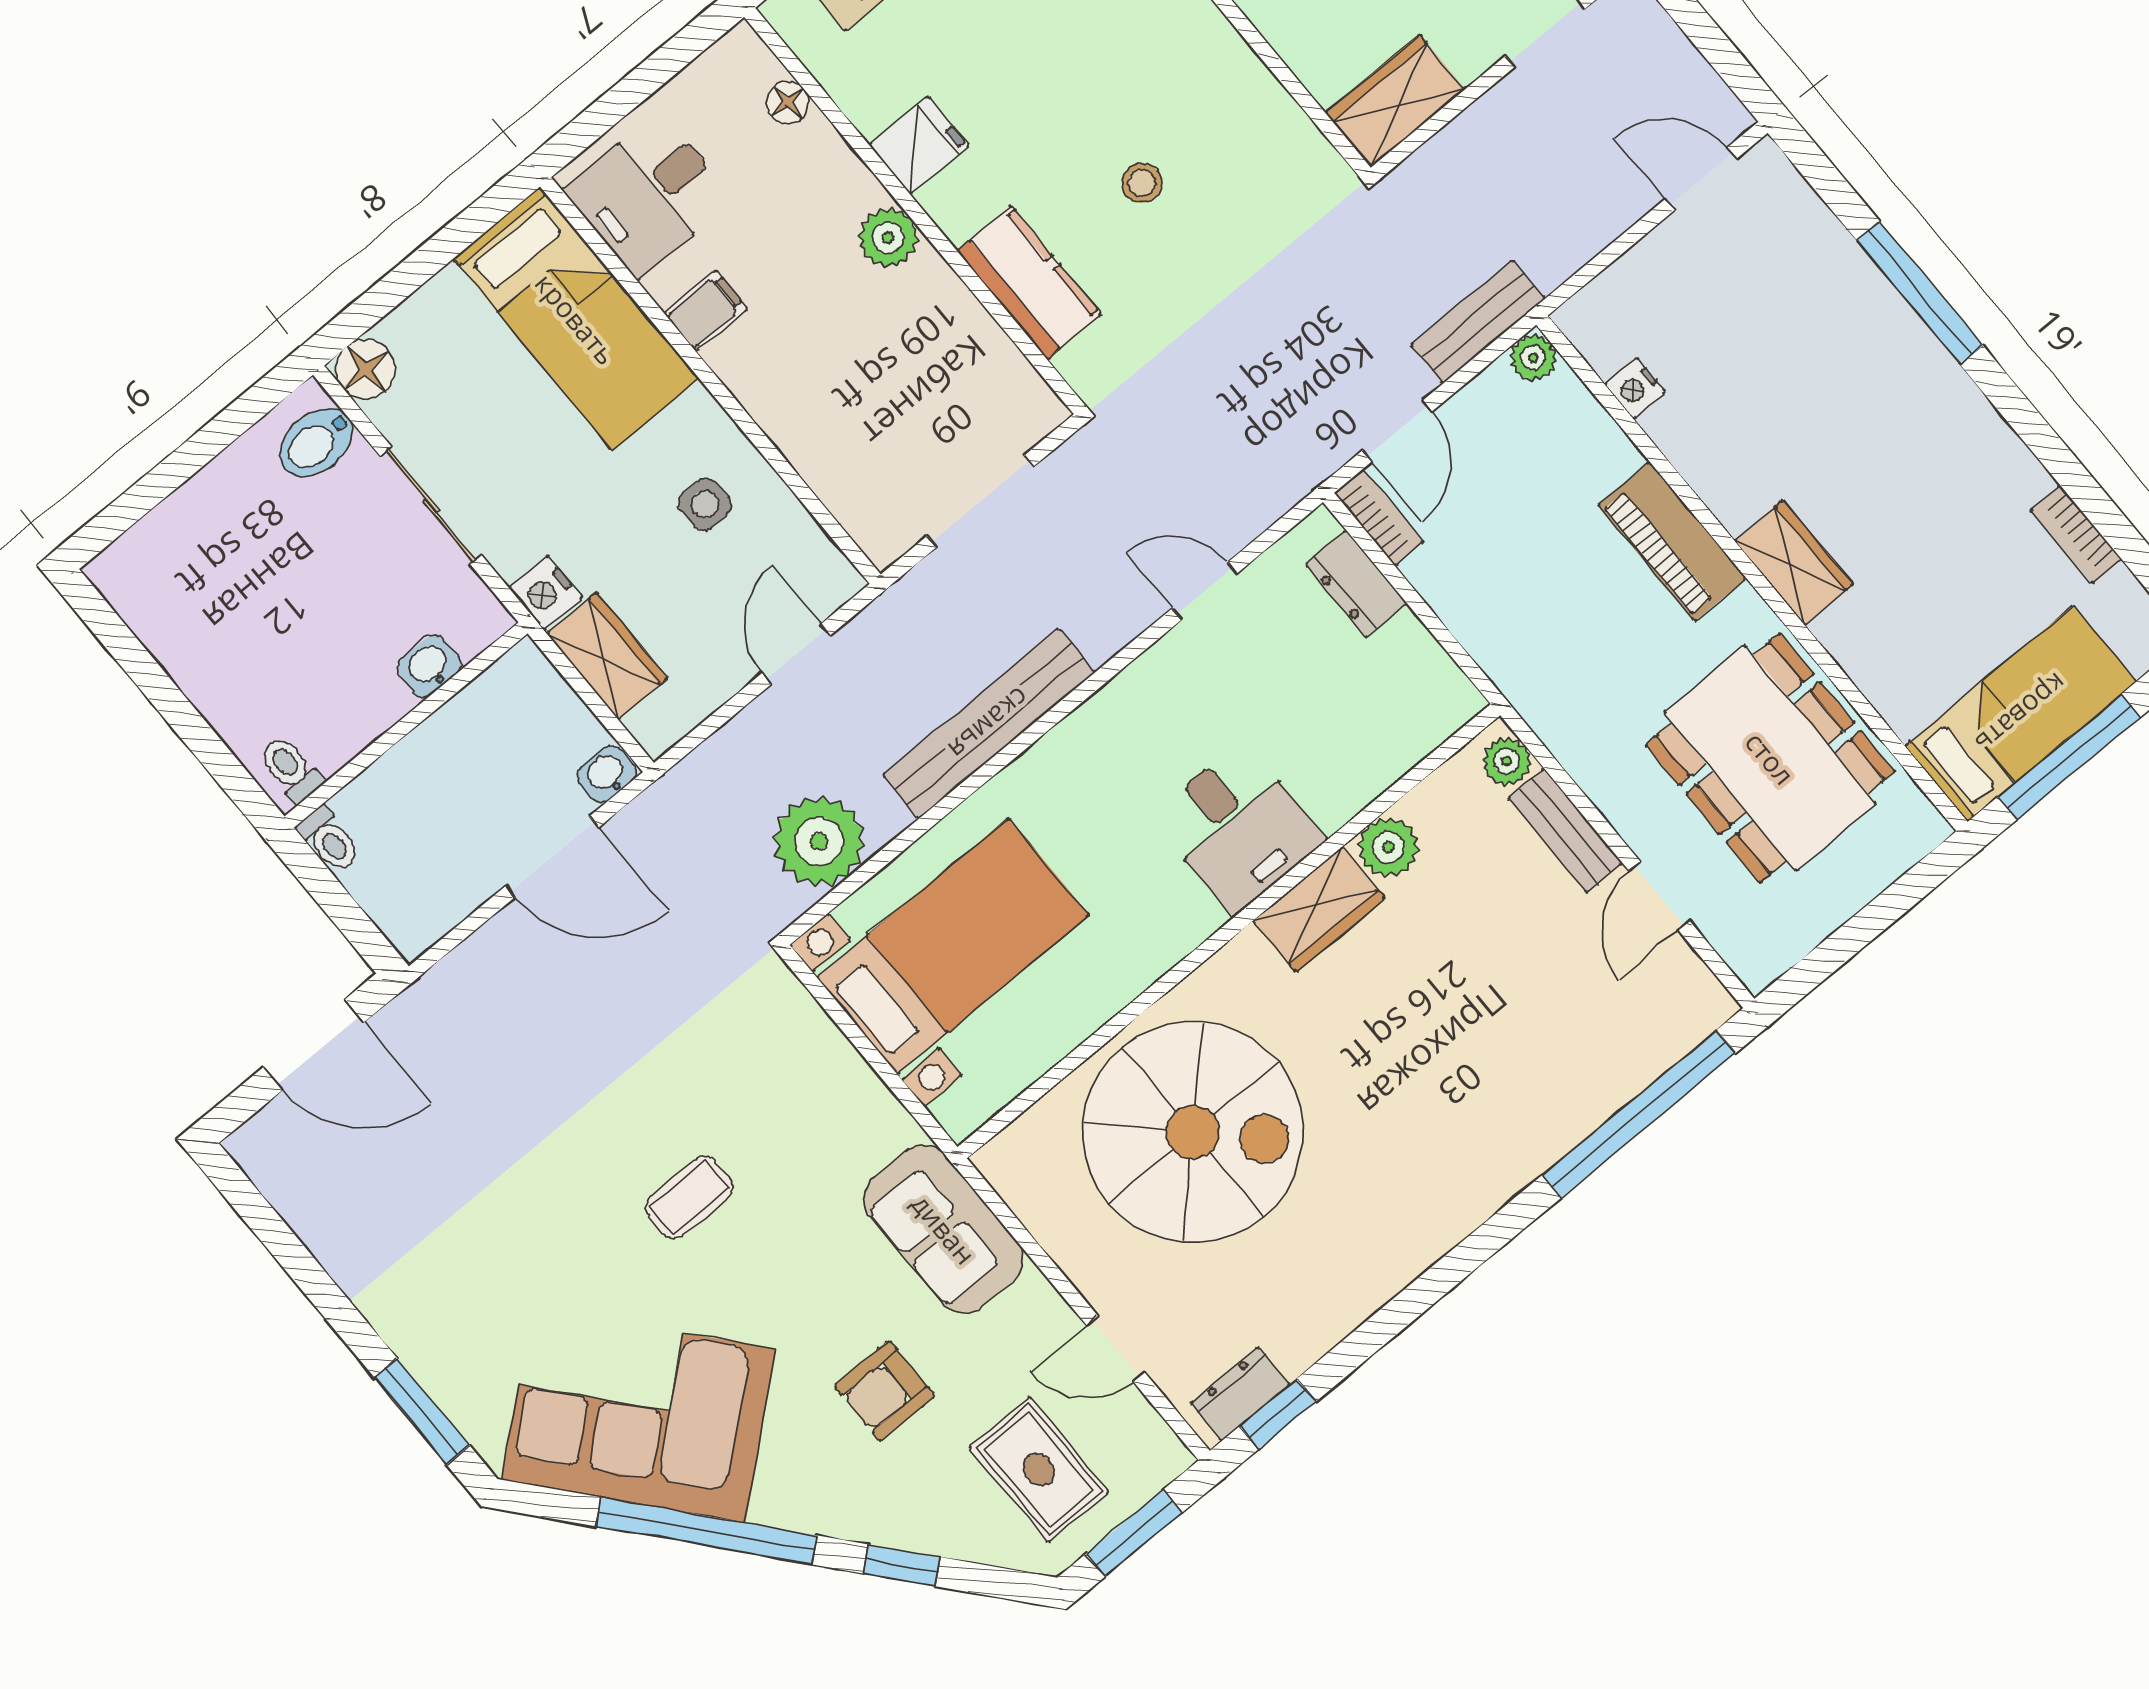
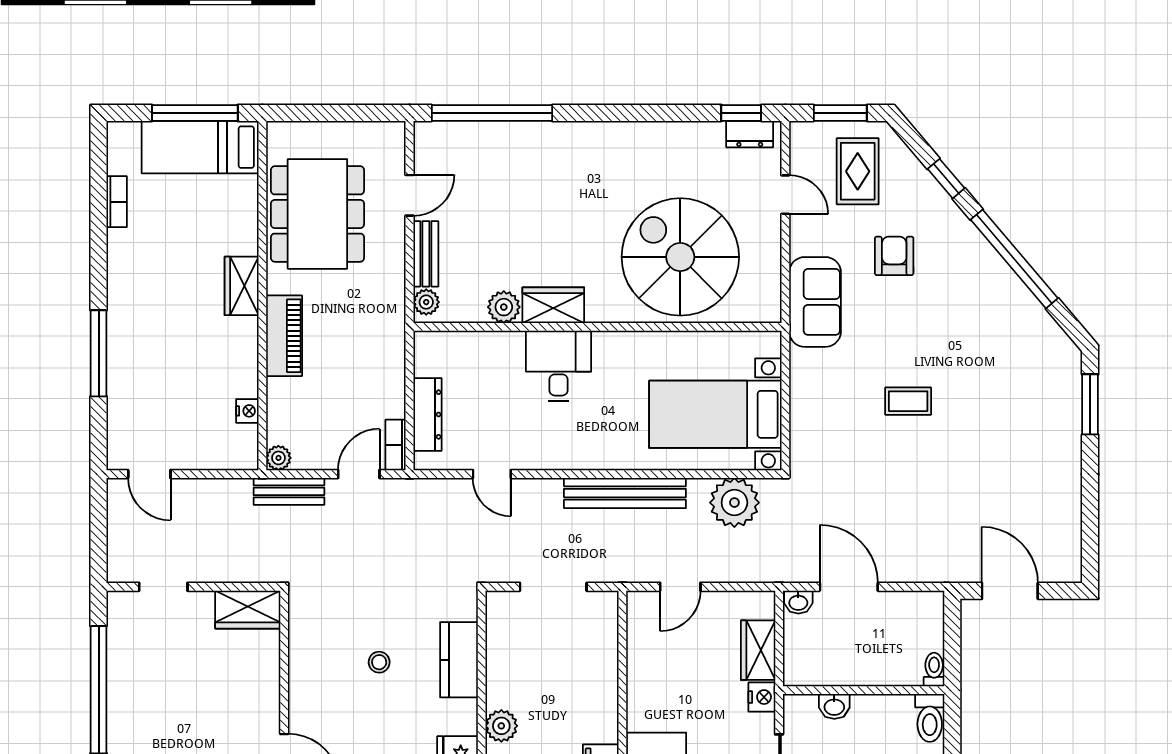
side table: (705, 504) -> (667, 679), removed
dresser: (1356, 584) -> (427, 415), width x1.44
toilet: (291, 769) -> (930, 718), width x1.37, depth x1.39
armchair: (884, 1391) -> (894, 256), turned -90
corner sofa: (639, 1414) -> (1002, 330), removed

